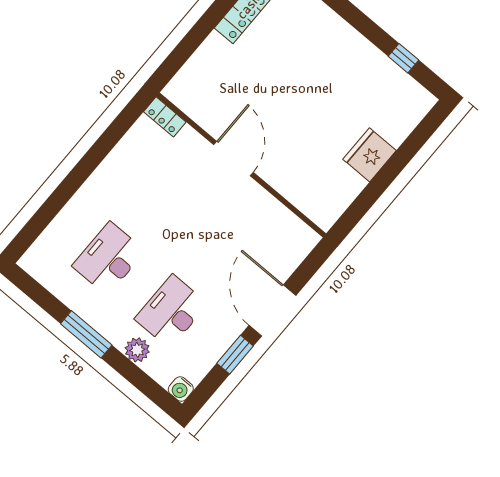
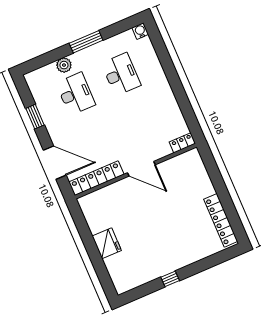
window: (403, 58) -> (170, 279), moved
locker: (281, 218) -> (96, 178), added
door: (272, 310) -> (55, 163), moved
water cooler: (181, 389) -> (140, 31), moved

